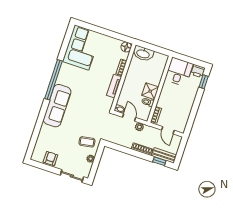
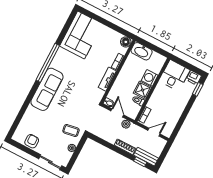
washing machine: (155, 78) -> (150, 78), added
door: (168, 130) -> (154, 132), swing flipped

